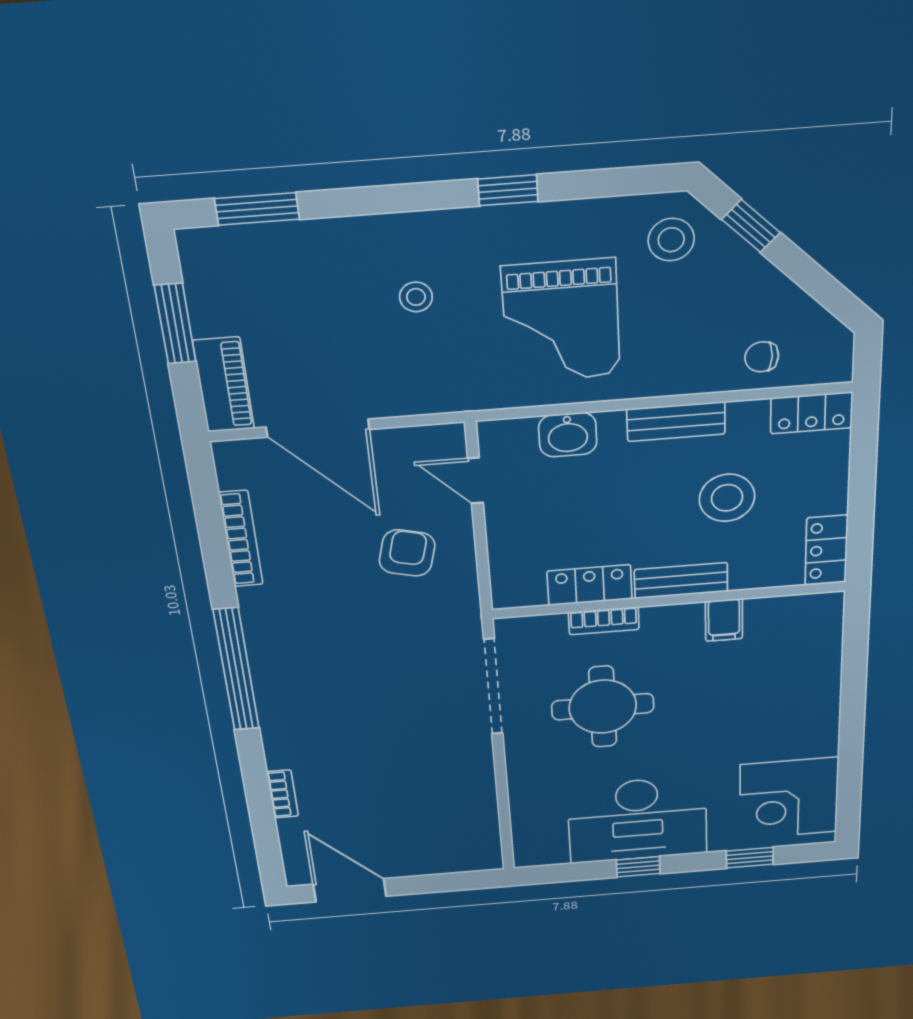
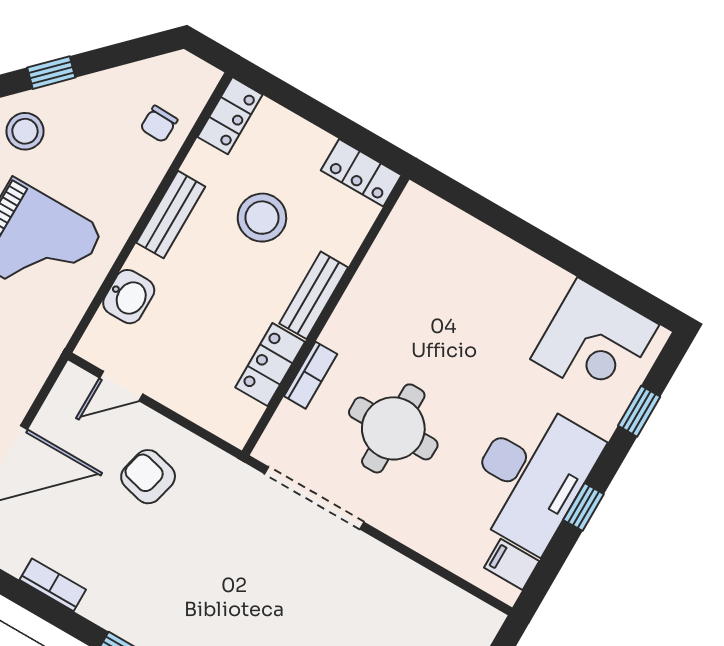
bookcase: (241, 539) -> (53, 585), width x0.64
filing cabinet: (724, 620) -> (512, 564), moved, turned 180

